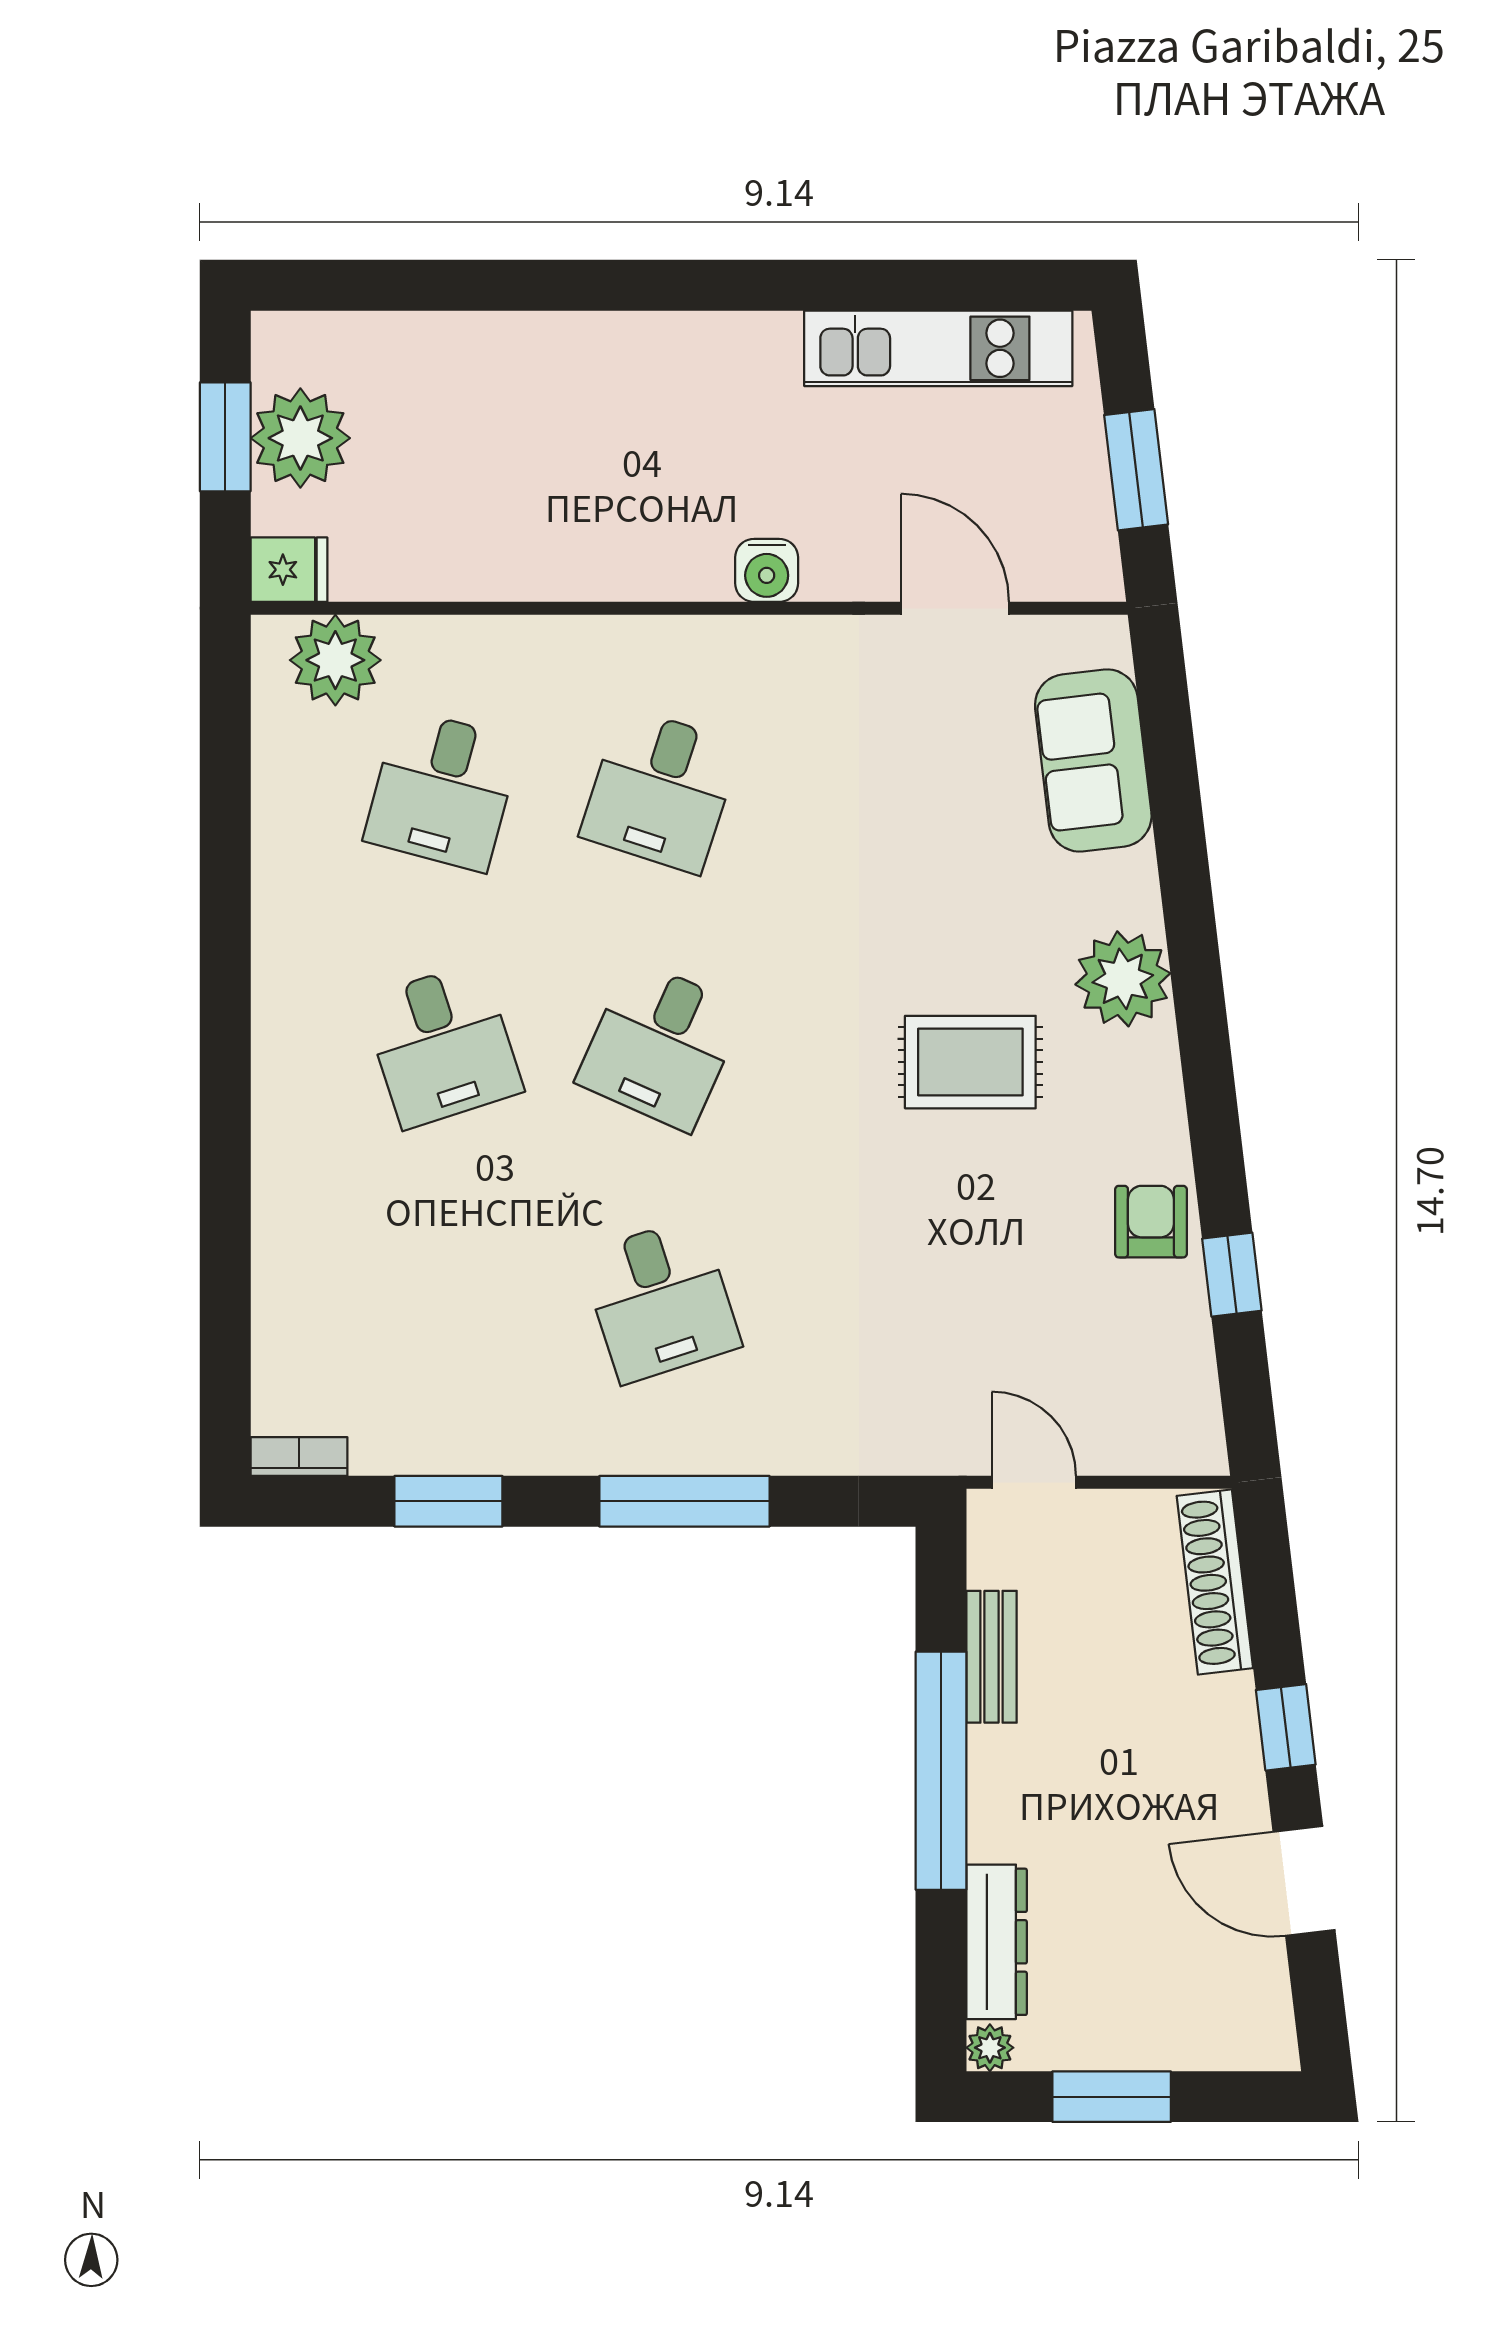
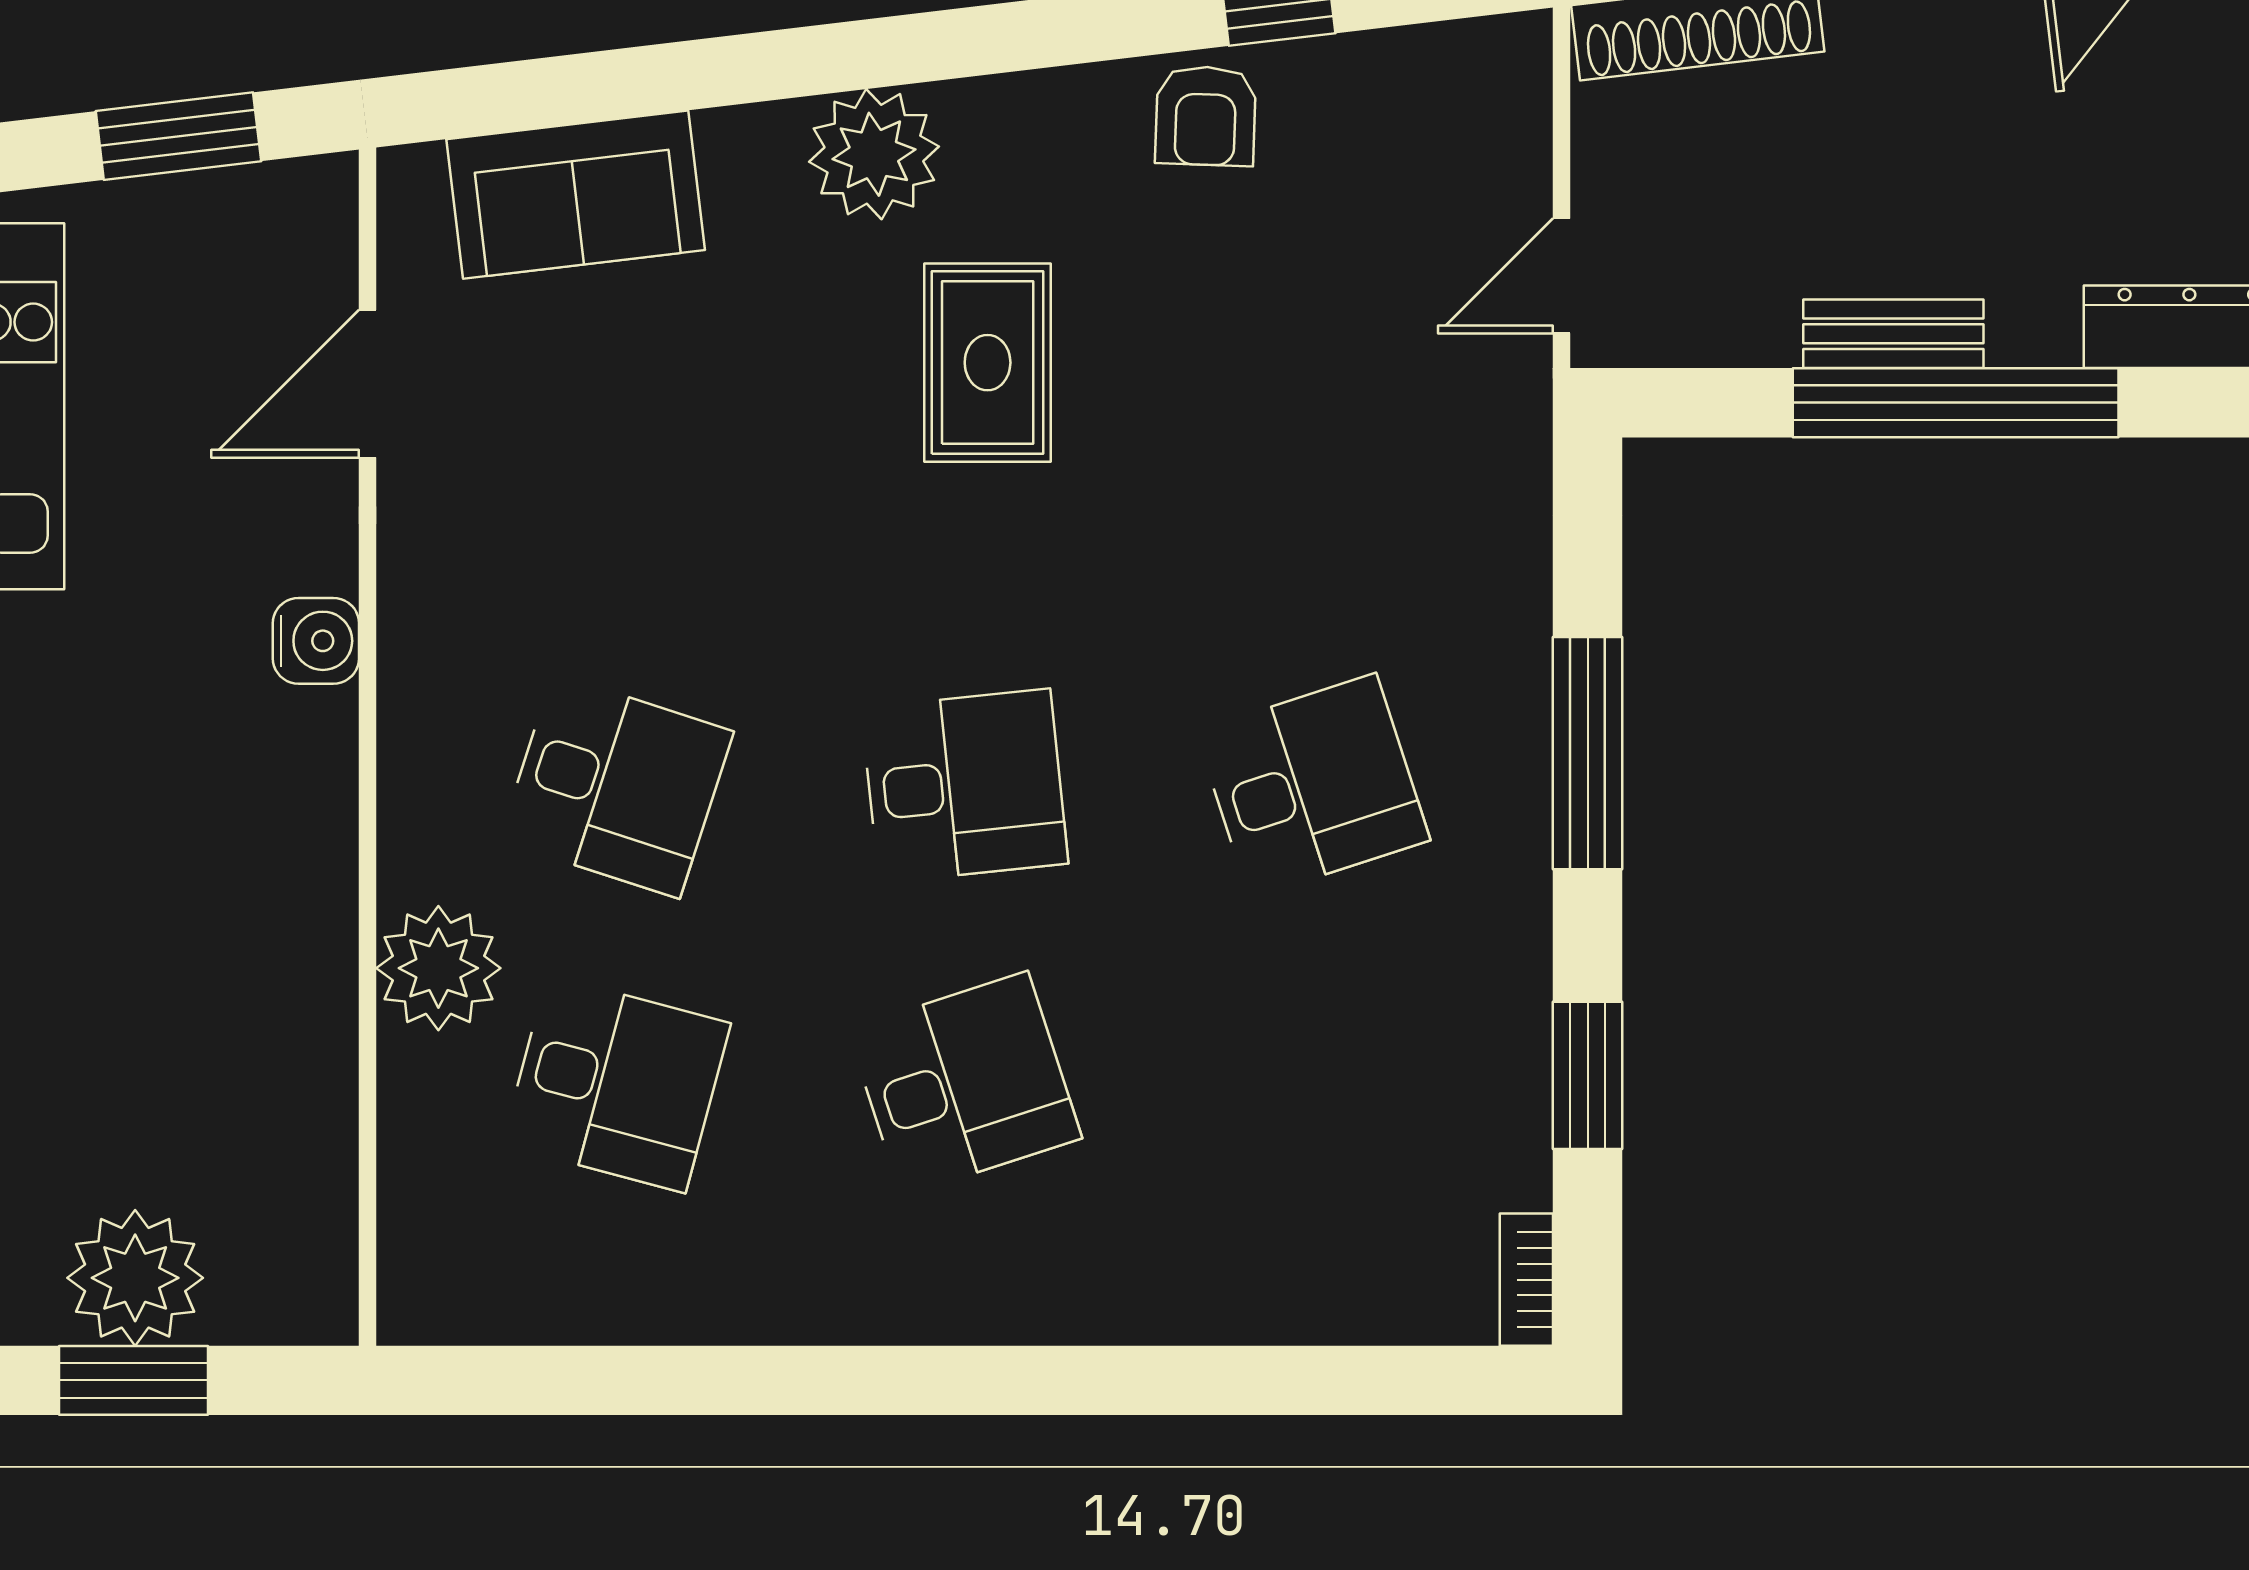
fridge: (289, 570) -> (315, 1293), removed
plant: (335, 660) -> (438, 968), moved
desk: (661, 1045) -> (965, 786), turned -30
armchair: (1151, 1222) -> (1206, 116), turned -88
bench: (991, 1657) -> (1893, 334), moved

